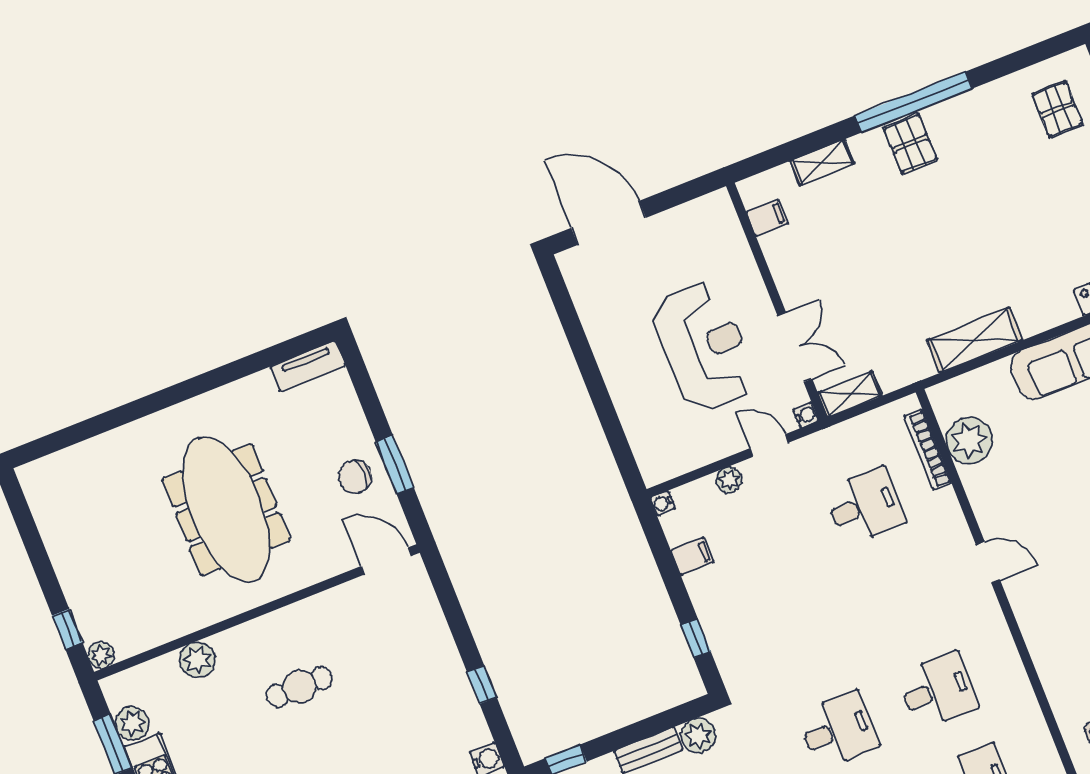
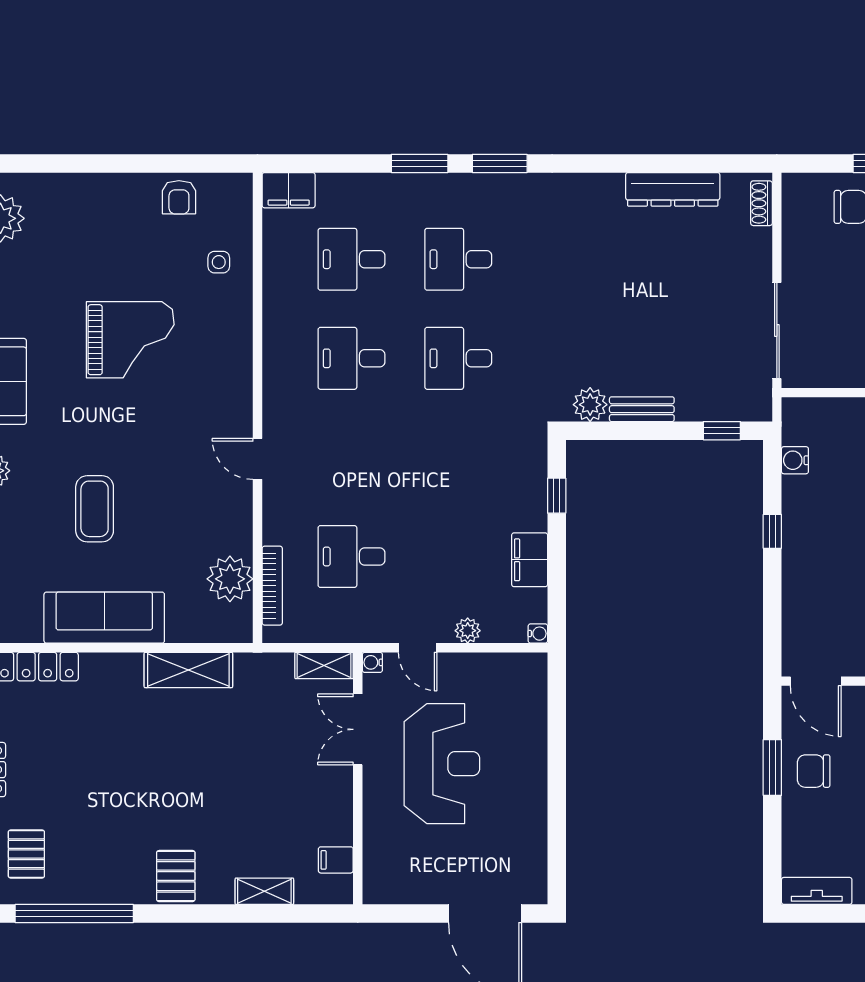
window: (914, 102) -> (74, 914), moved
reception desk: (704, 346) -> (442, 764), turned 180
chair: (355, 477) -> (814, 771), turned 180
filing cabinet: (692, 556) -> (530, 560), width x2.00

